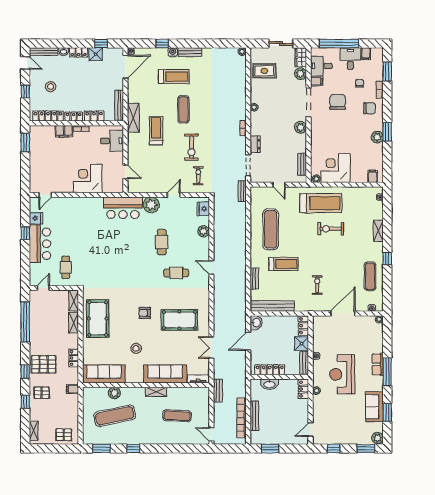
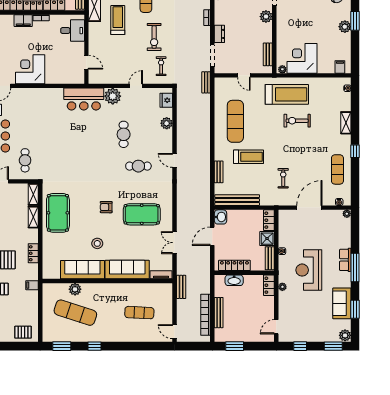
corner desk: (88, 179) -> (30, 69), moved
sofa: (104, 374) -> (82, 270), moved
shelving: (156, 392) -> (118, 288), removed
exercise mat: (115, 416) -> (75, 313), turned 30

